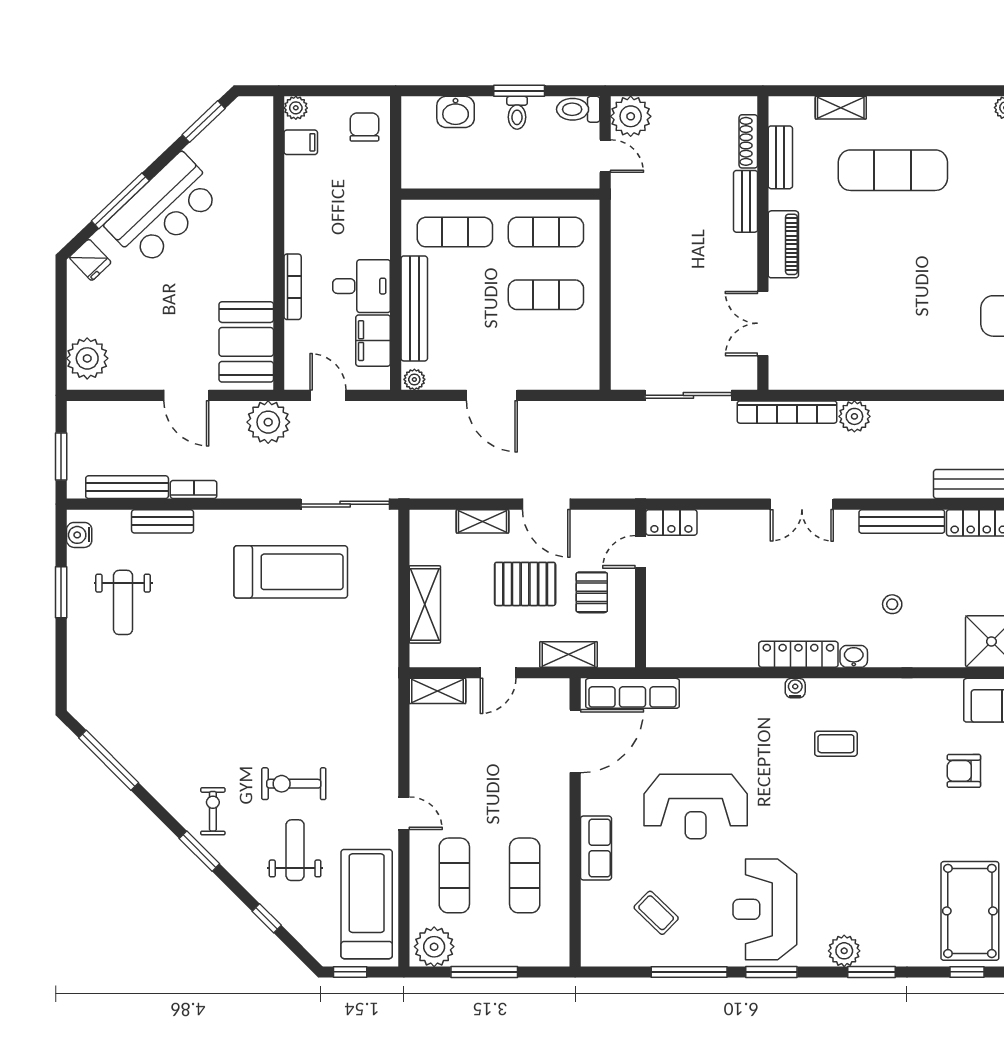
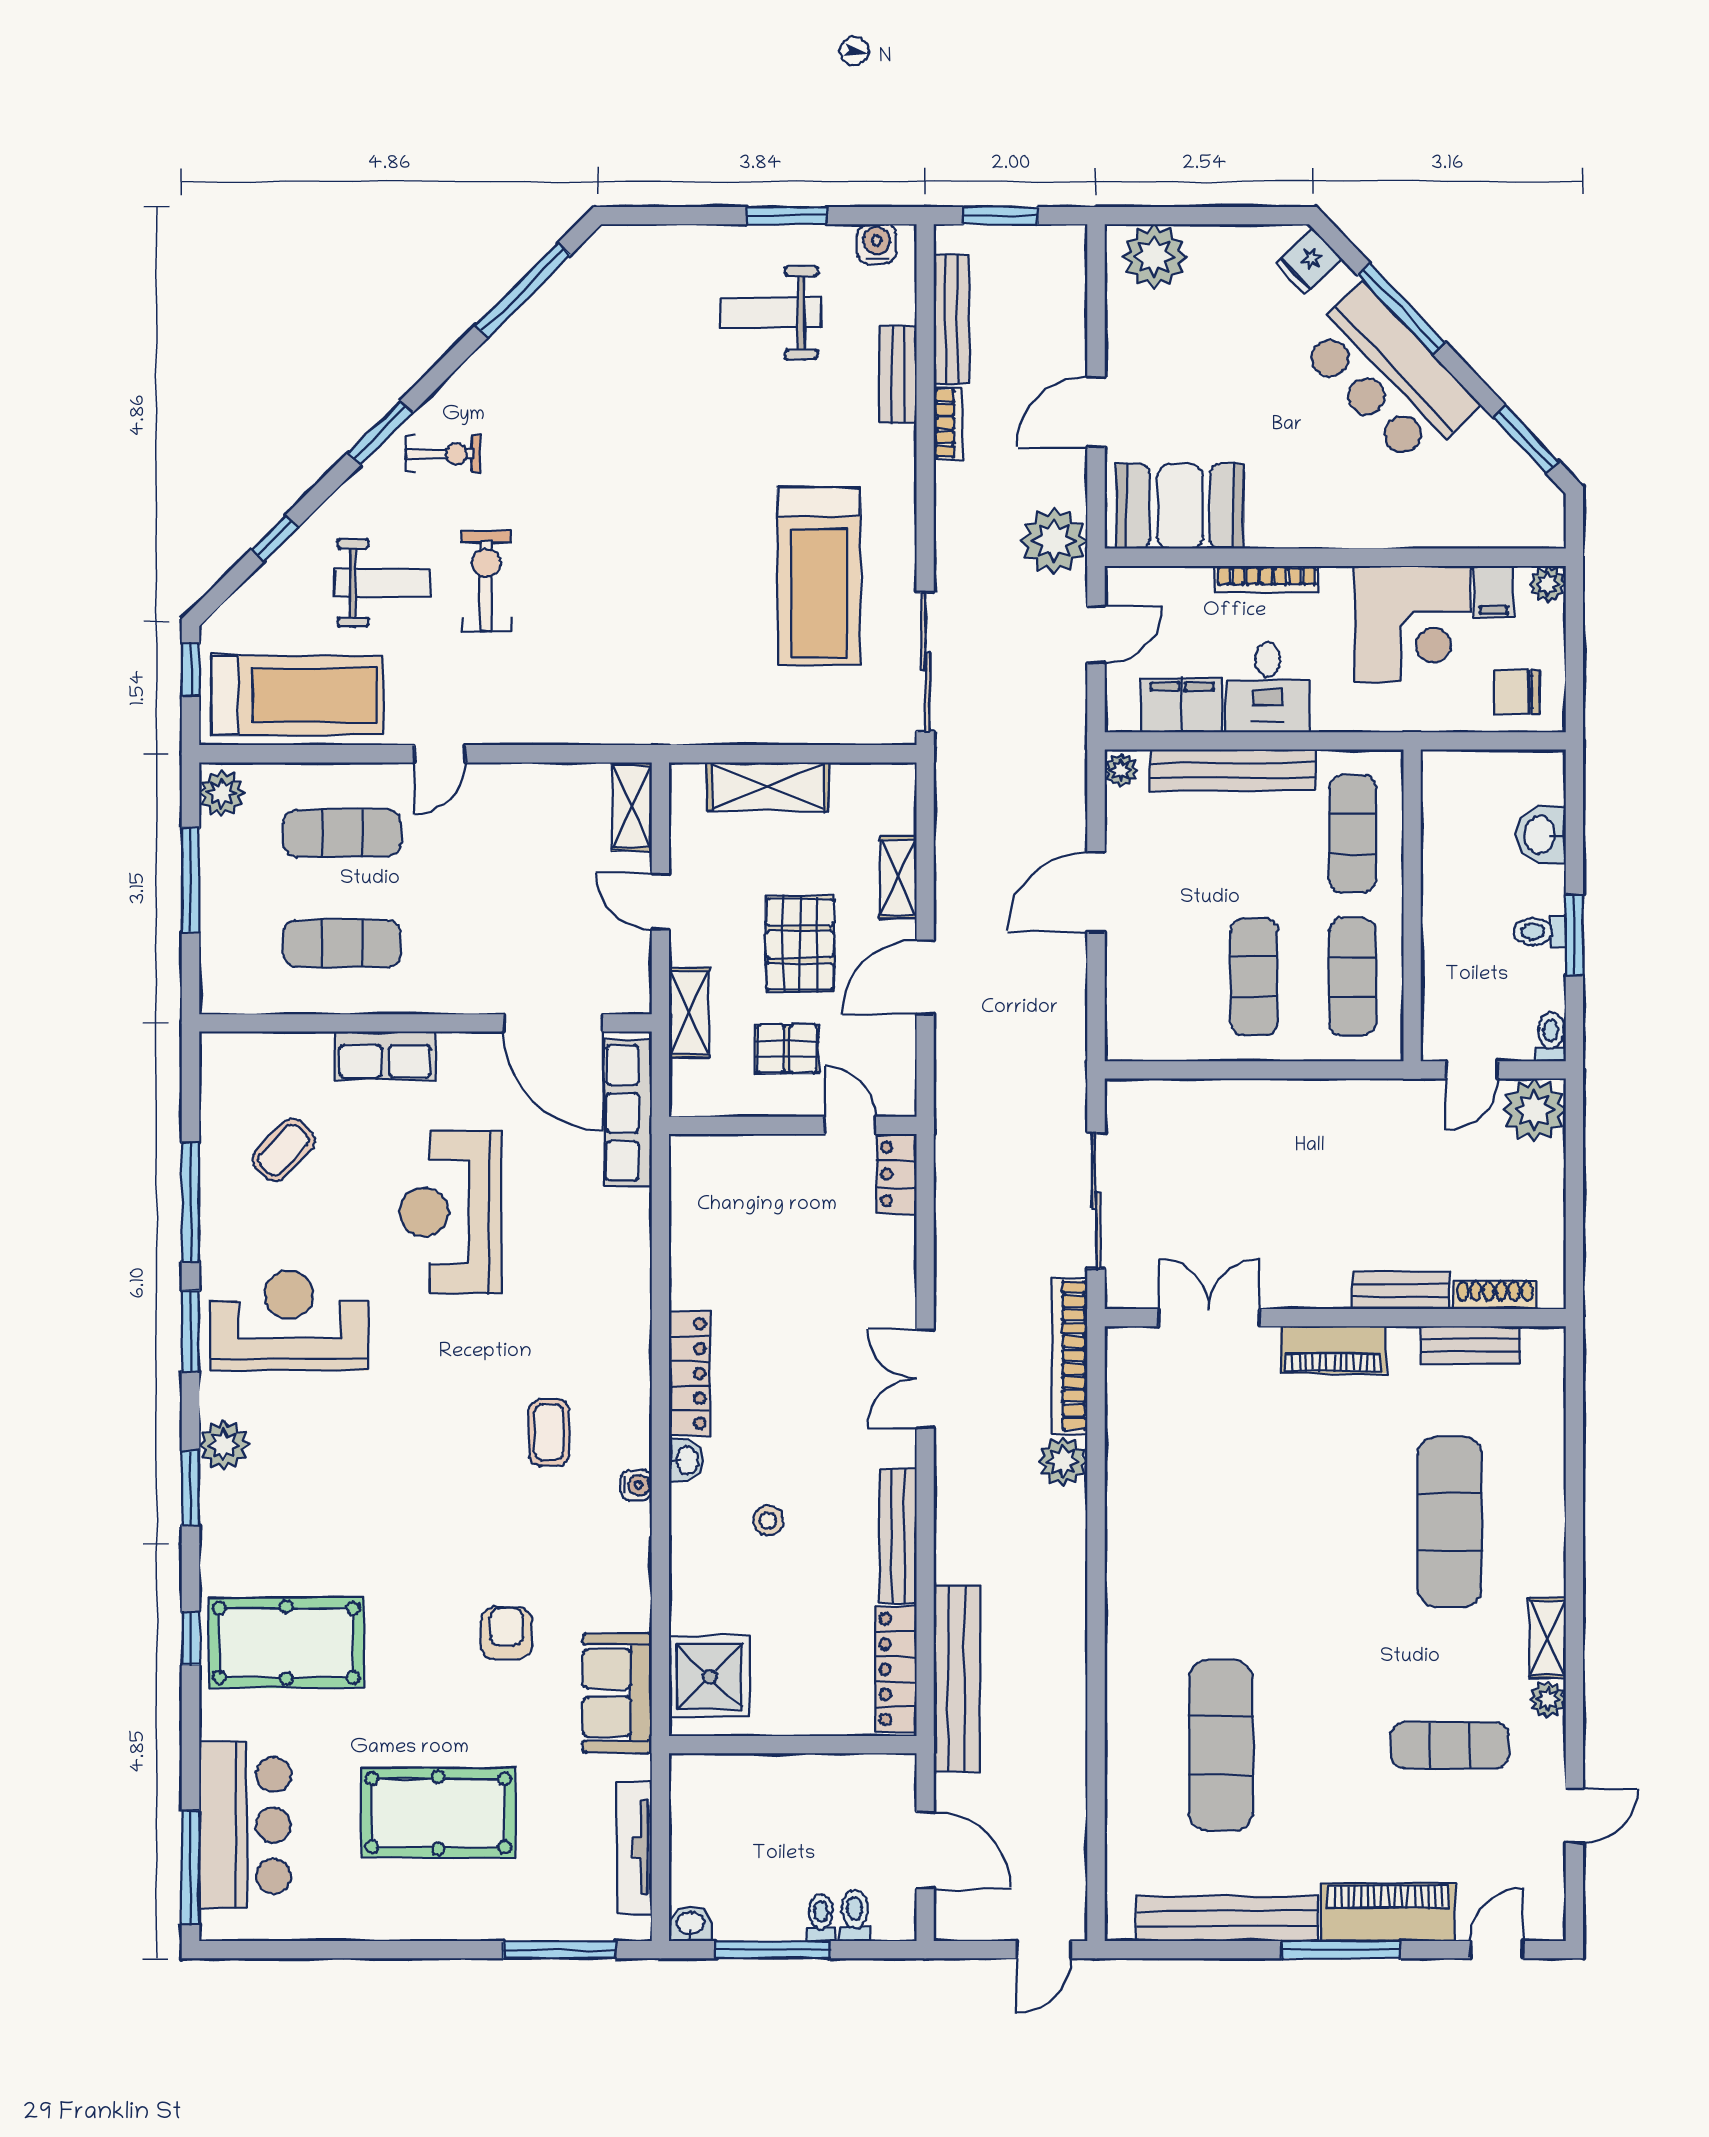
shelving: (841, 108) -> (1548, 1638), moved
toilet: (578, 109) -> (1551, 1037), width x0.73, depth x0.72
chair: (364, 127) -> (1517, 692), turned 180
corner desk: (321, 194) -> (1412, 624), added
water cooler: (795, 688) -> (636, 1485), moved
plant: (434, 947) -> (222, 793), width x0.73, depth x0.73

